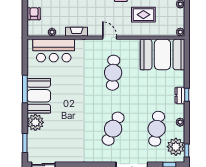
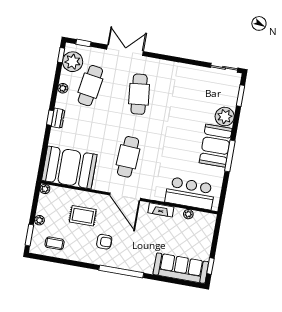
armchair: (34, 14) -> (205, 238), removed
door: (110, 38) -> (125, 197), width x1.87
cafe table: (113, 129) -> (139, 94), turned -30

